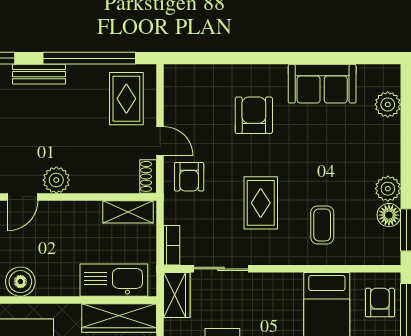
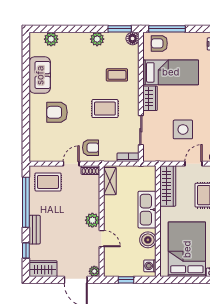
floor lamp: (389, 215) -> (133, 39), moved
kitchen sink: (114, 280) -> (147, 210), moved
wardrobe: (177, 295) -> (150, 98), moved, turned 90

